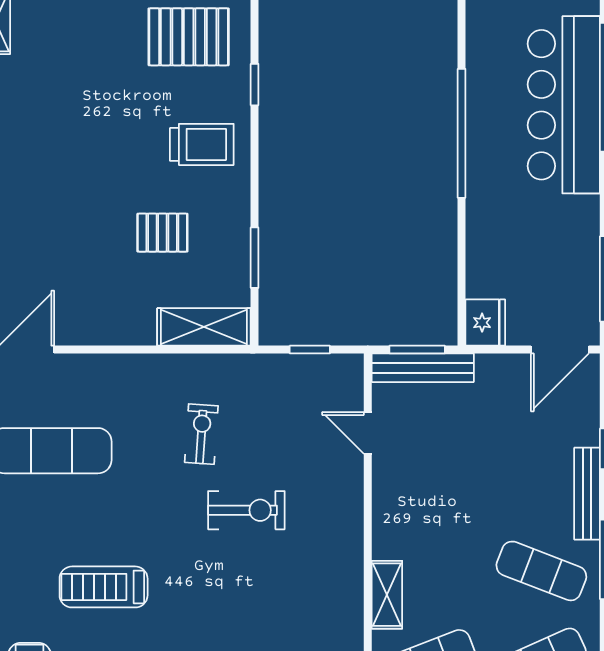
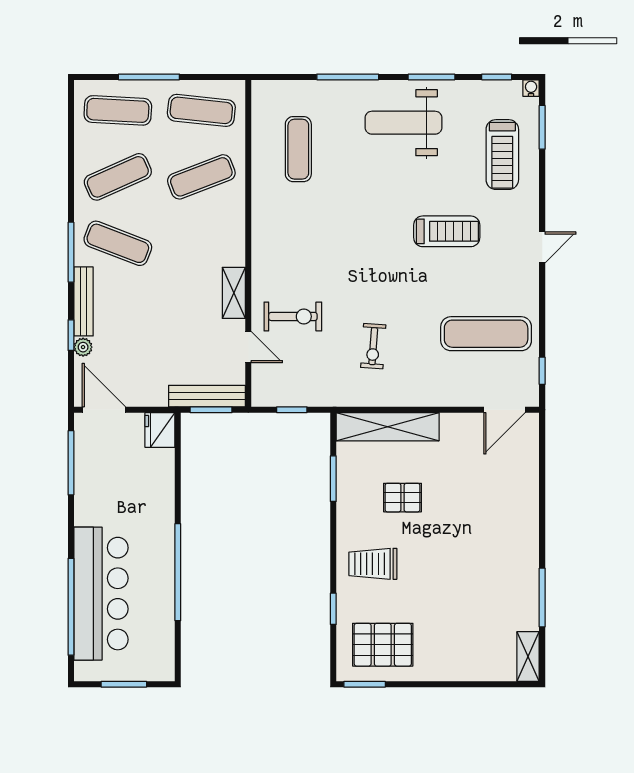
shelving: (204, 327) -> (388, 427), width x1.47
door: (560, 350) -> (104, 410), hinge flipped
plant: (588, 433) -> (83, 347), added
exercise bike: (246, 510) -> (293, 316), moved, turned 180
shelving: (387, 595) -> (234, 293), moved

